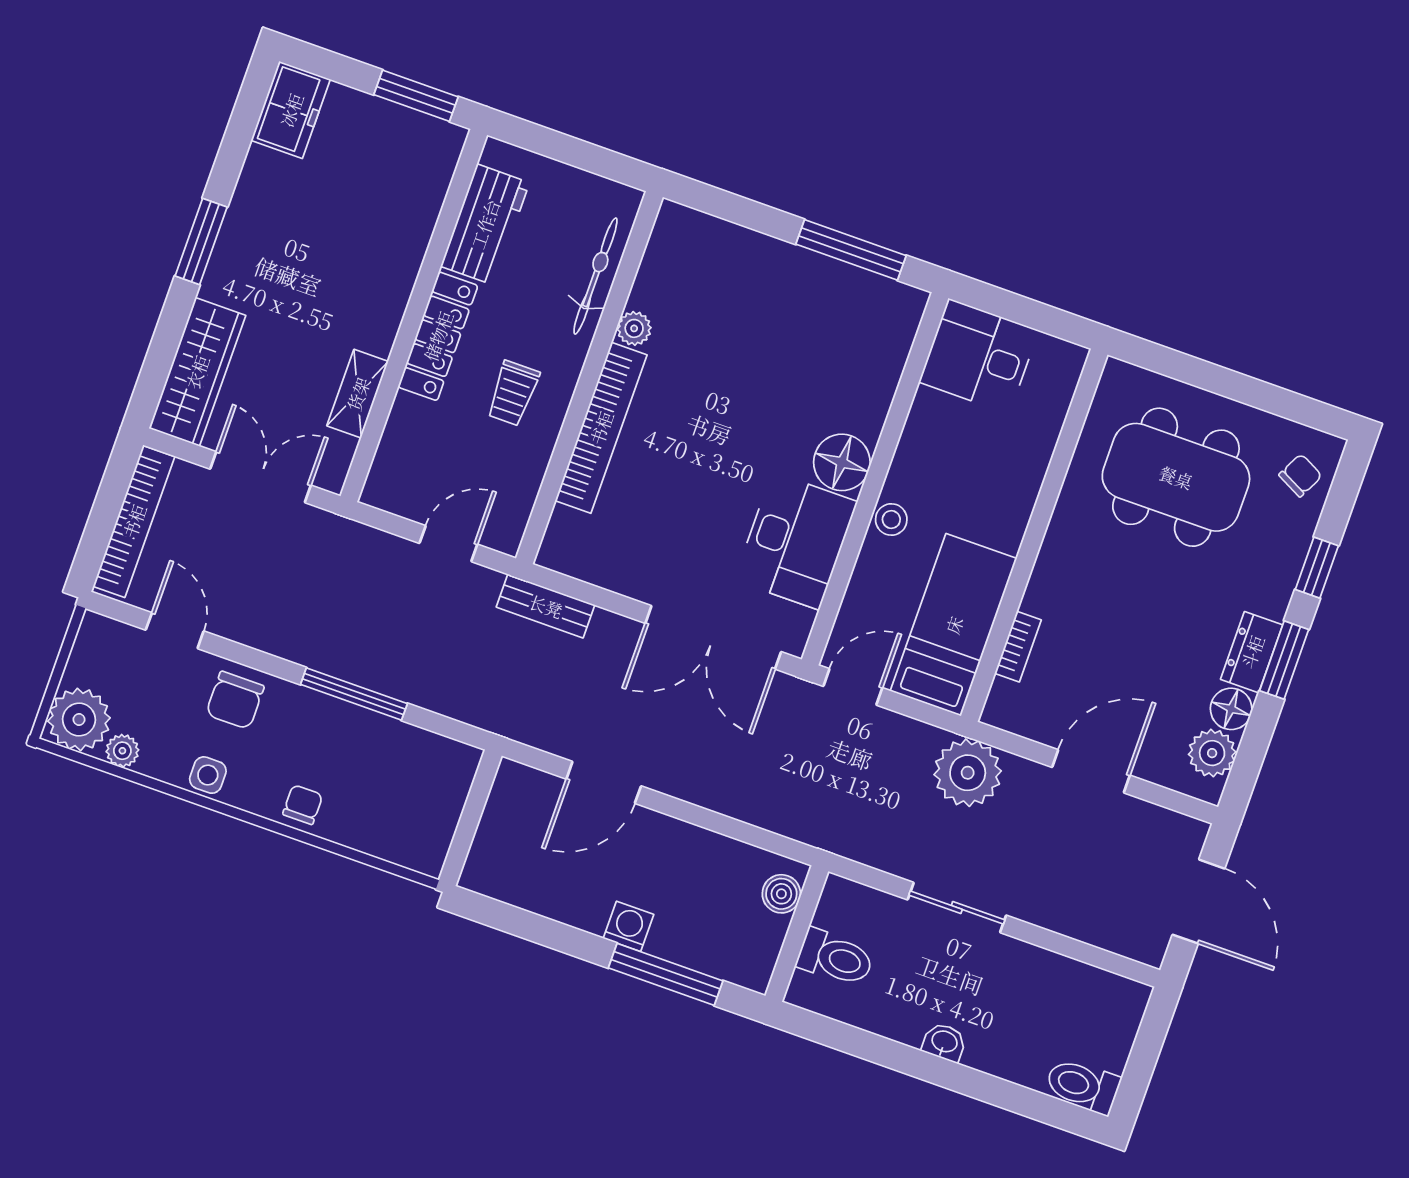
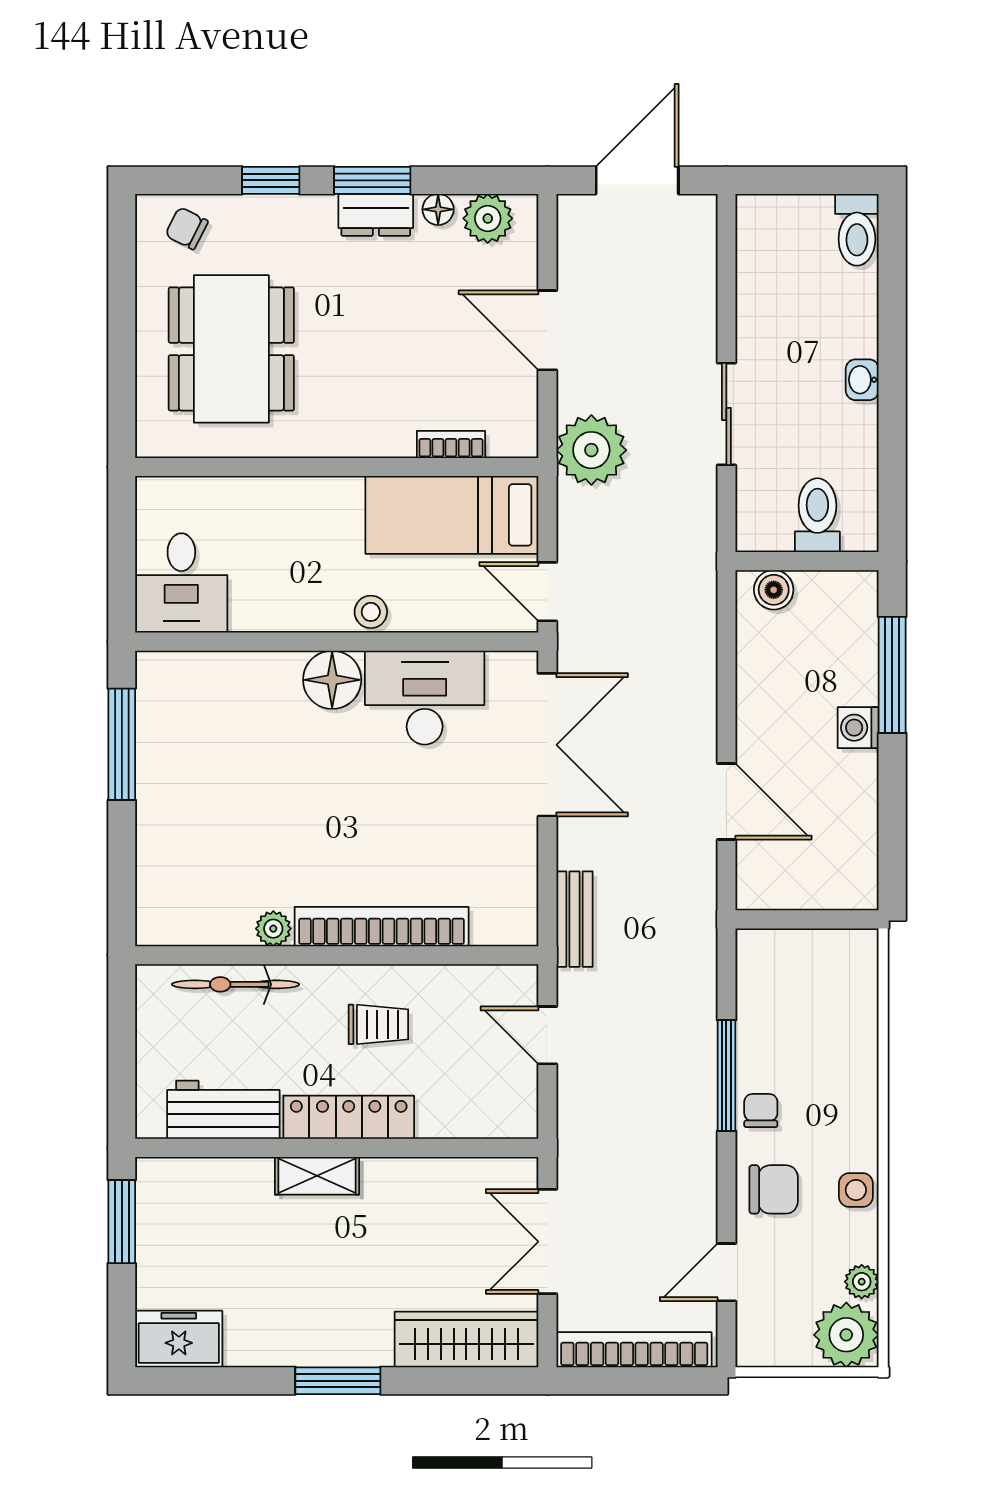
shelving: (358, 394) -> (317, 1176), moved
floor lamp: (1231, 709) -> (438, 209), width x0.73, depth x0.73
chair: (303, 805) -> (761, 1111), moved, turned 90

